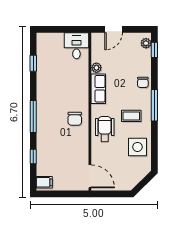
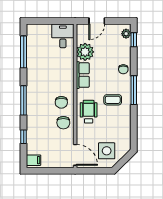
window: (33, 63) -> (24, 52), width x2.17
plant: (96, 68) -> (85, 52), width x1.87, depth x1.87
chair: (77, 141) -> (63, 123), added
side table: (137, 147) -> (107, 151), moved

